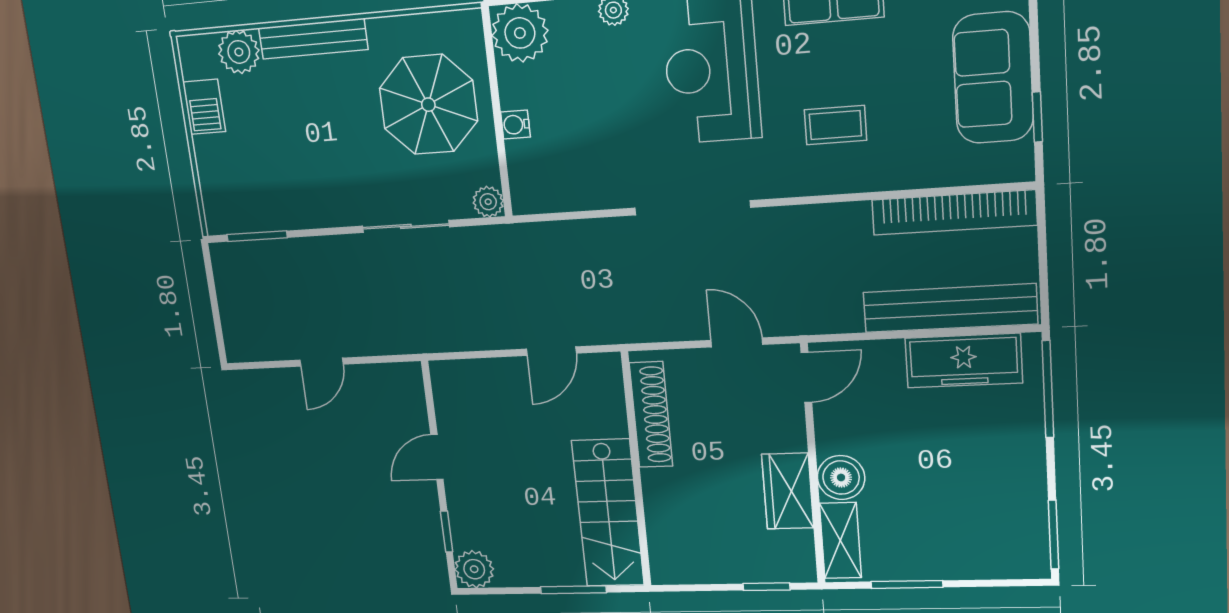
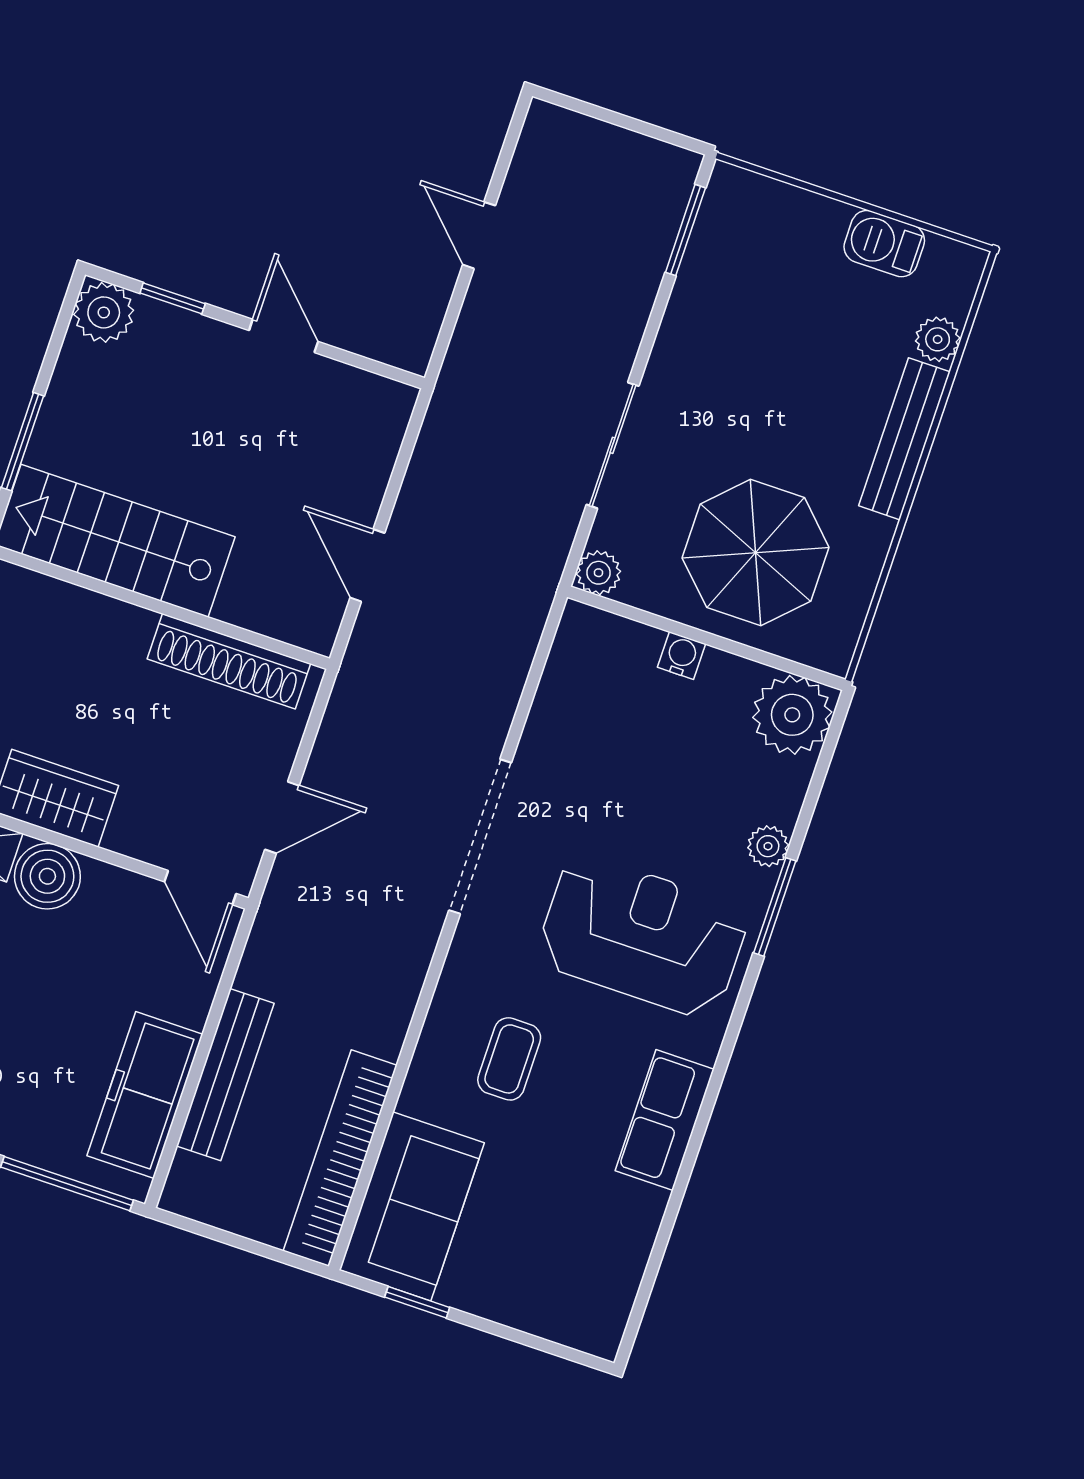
plant: (239, 52) -> (938, 339), width x0.73, depth x0.73
sofa: (993, 78) -> (412, 1206), moved, turned 90
bench: (950, 308) -> (225, 1075), width x0.73, depth x0.82

